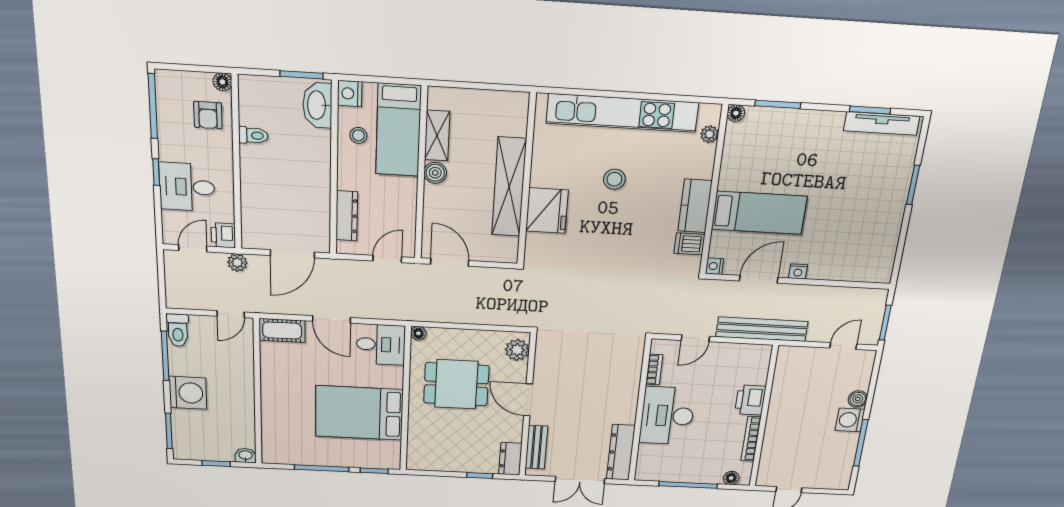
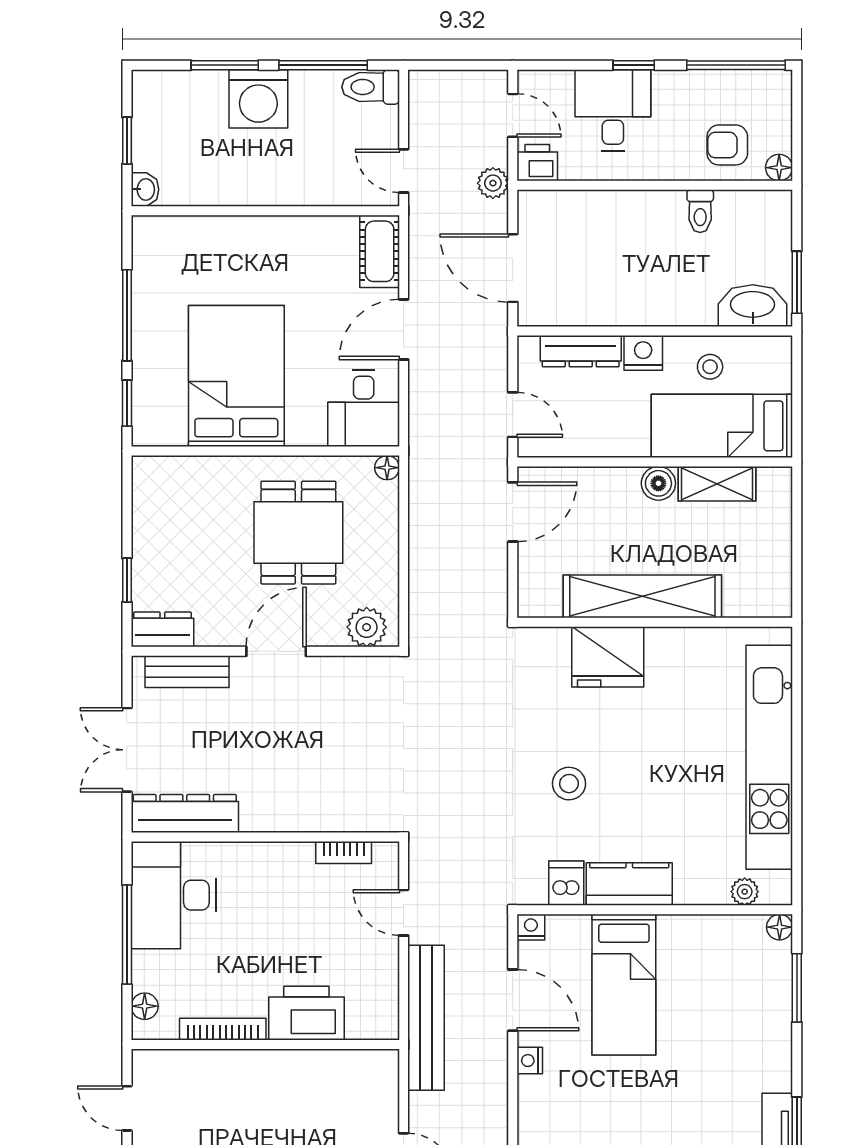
nightstand: (350, 93) -> (643, 353), moved
stool: (614, 179) -> (569, 784), moved
printer: (750, 400) -> (306, 1013), width x1.37, depth x1.19
desk: (667, 416) -> (174, 895), moved, turned -90
window: (169, 431) -> (225, 65), moved

